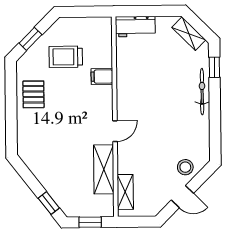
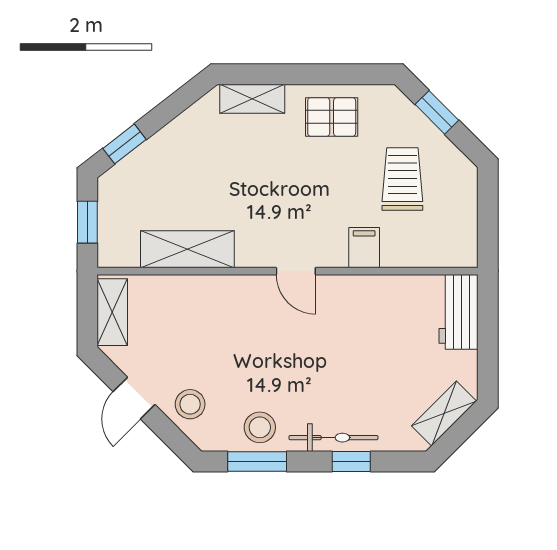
window: (214, 67) -> (351, 462), moved
stool: (197, 130) -> (260, 427), added
door: (115, 131) -> (296, 271), moved
window: (215, 132) -> (257, 462), added
shelving: (24, 136) -> (252, 99), added
shelving: (125, 192) -> (112, 312), moved, turned 90

